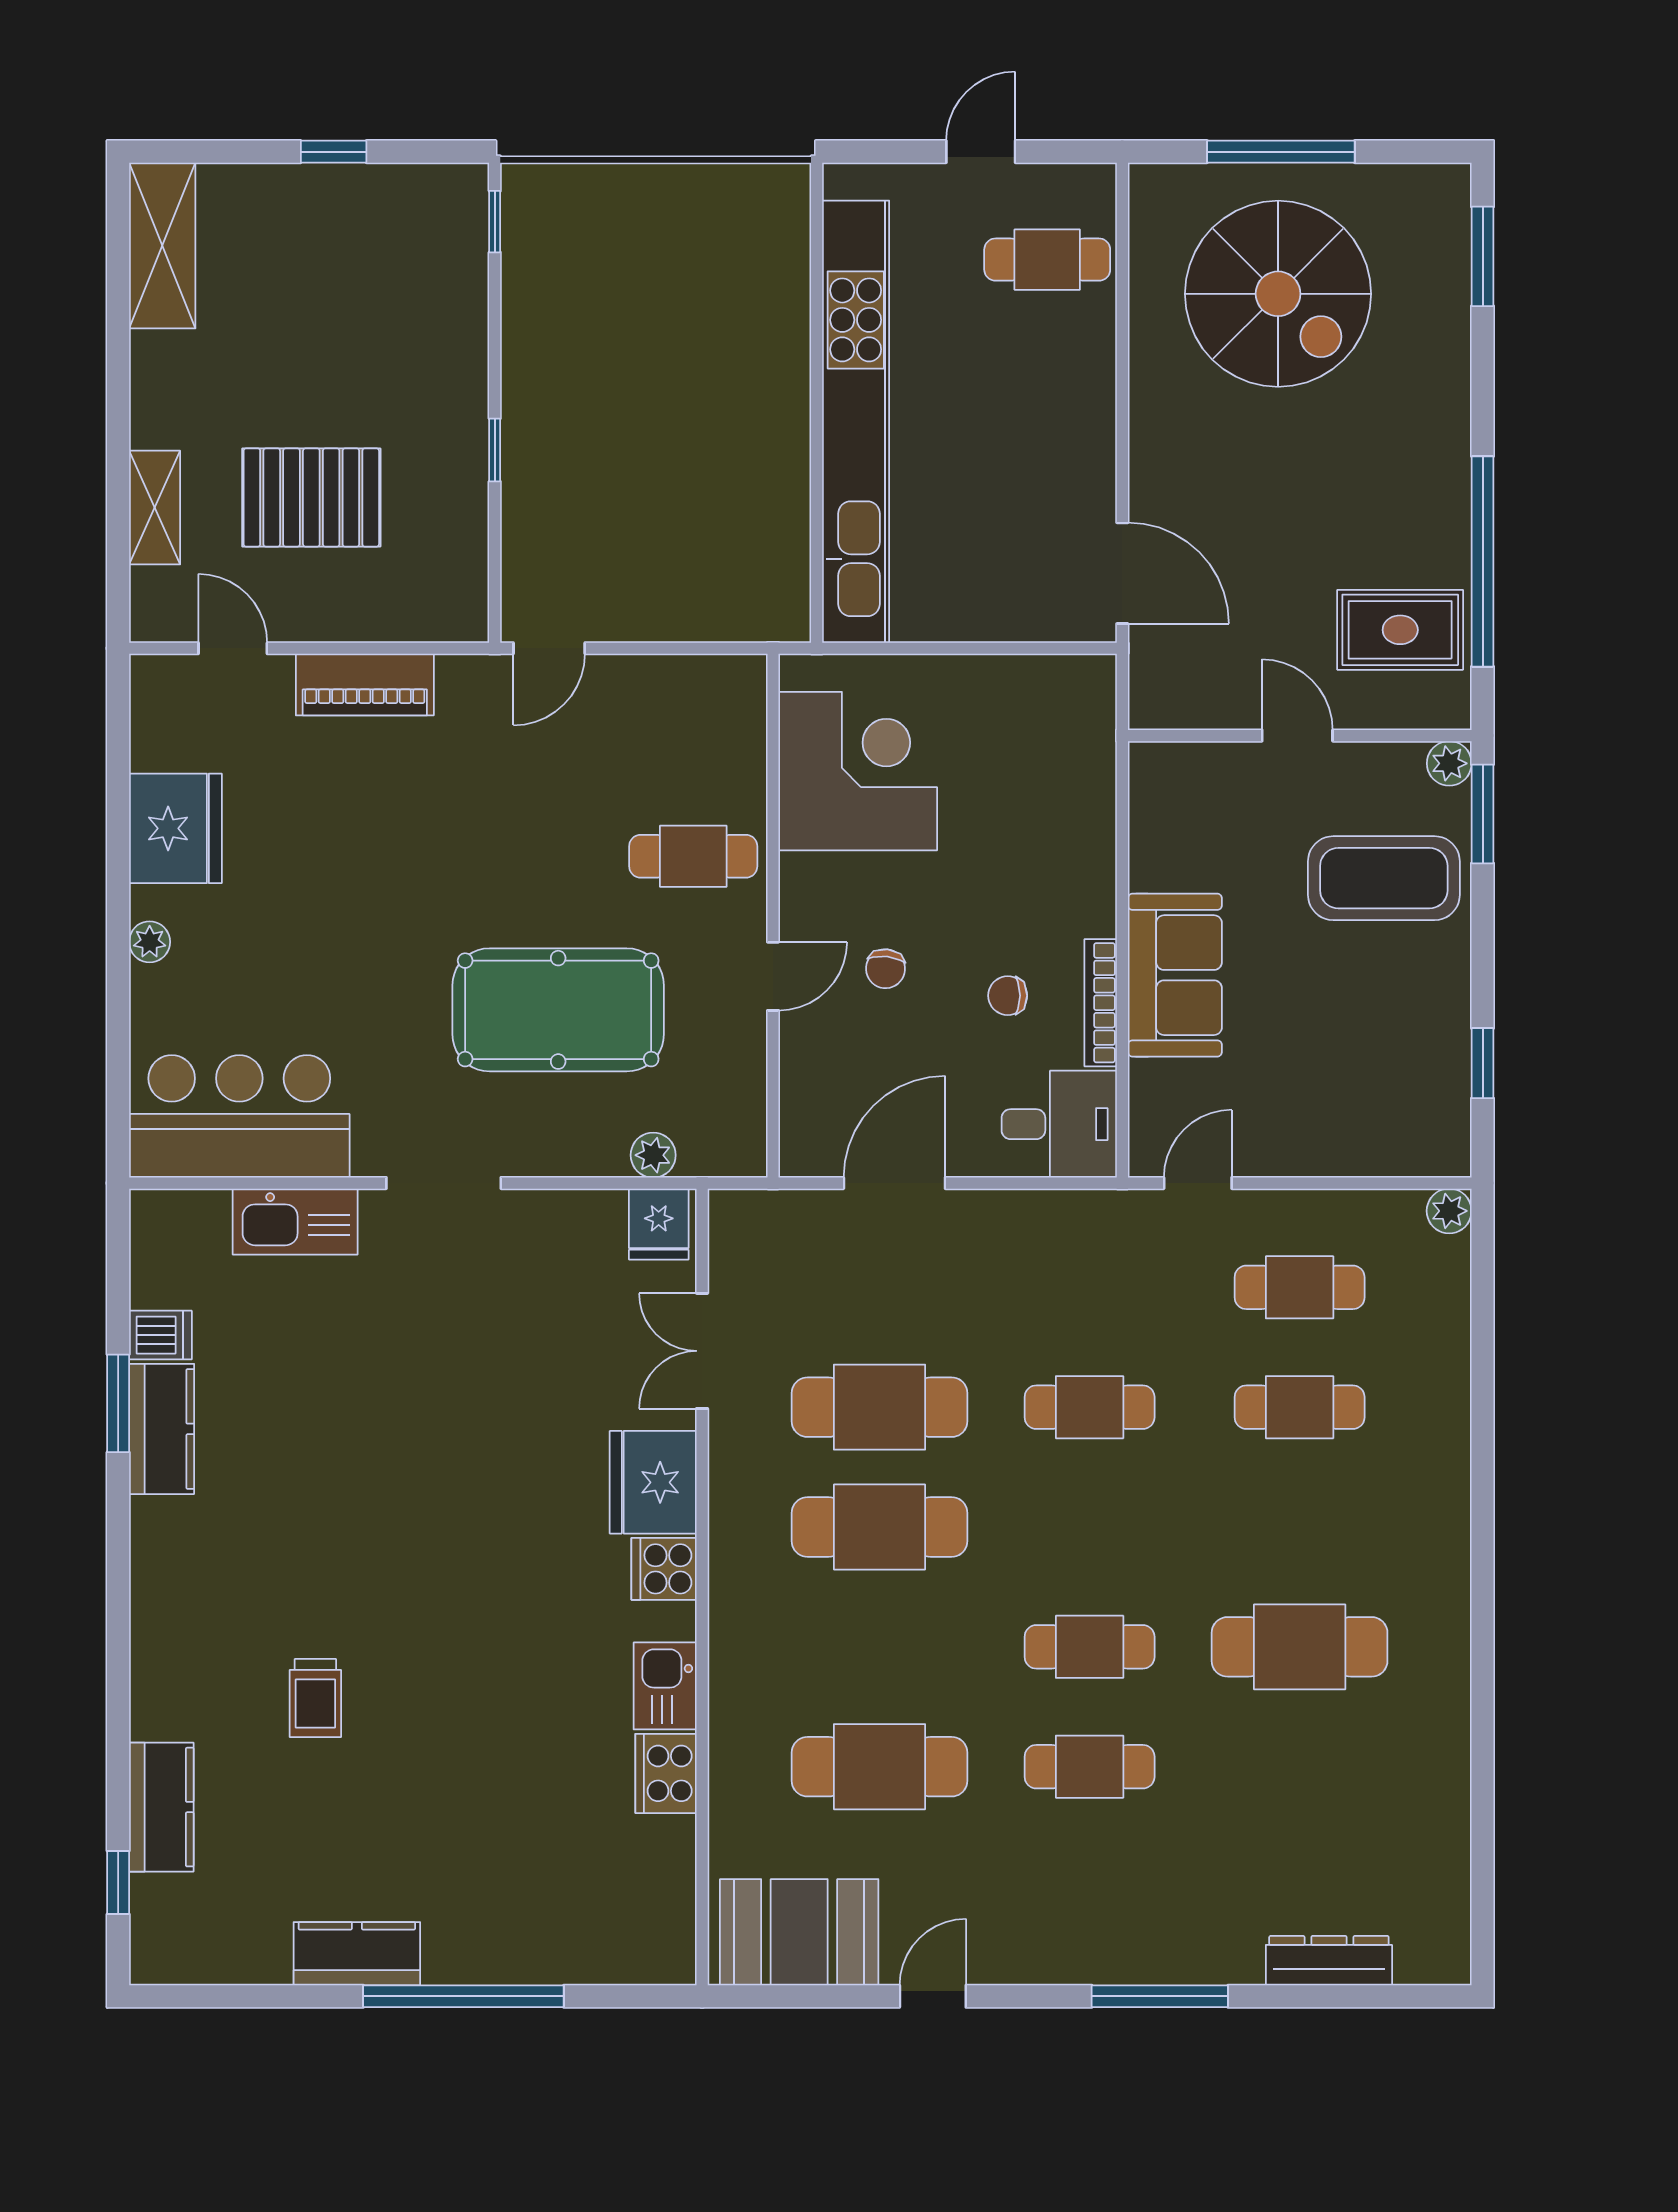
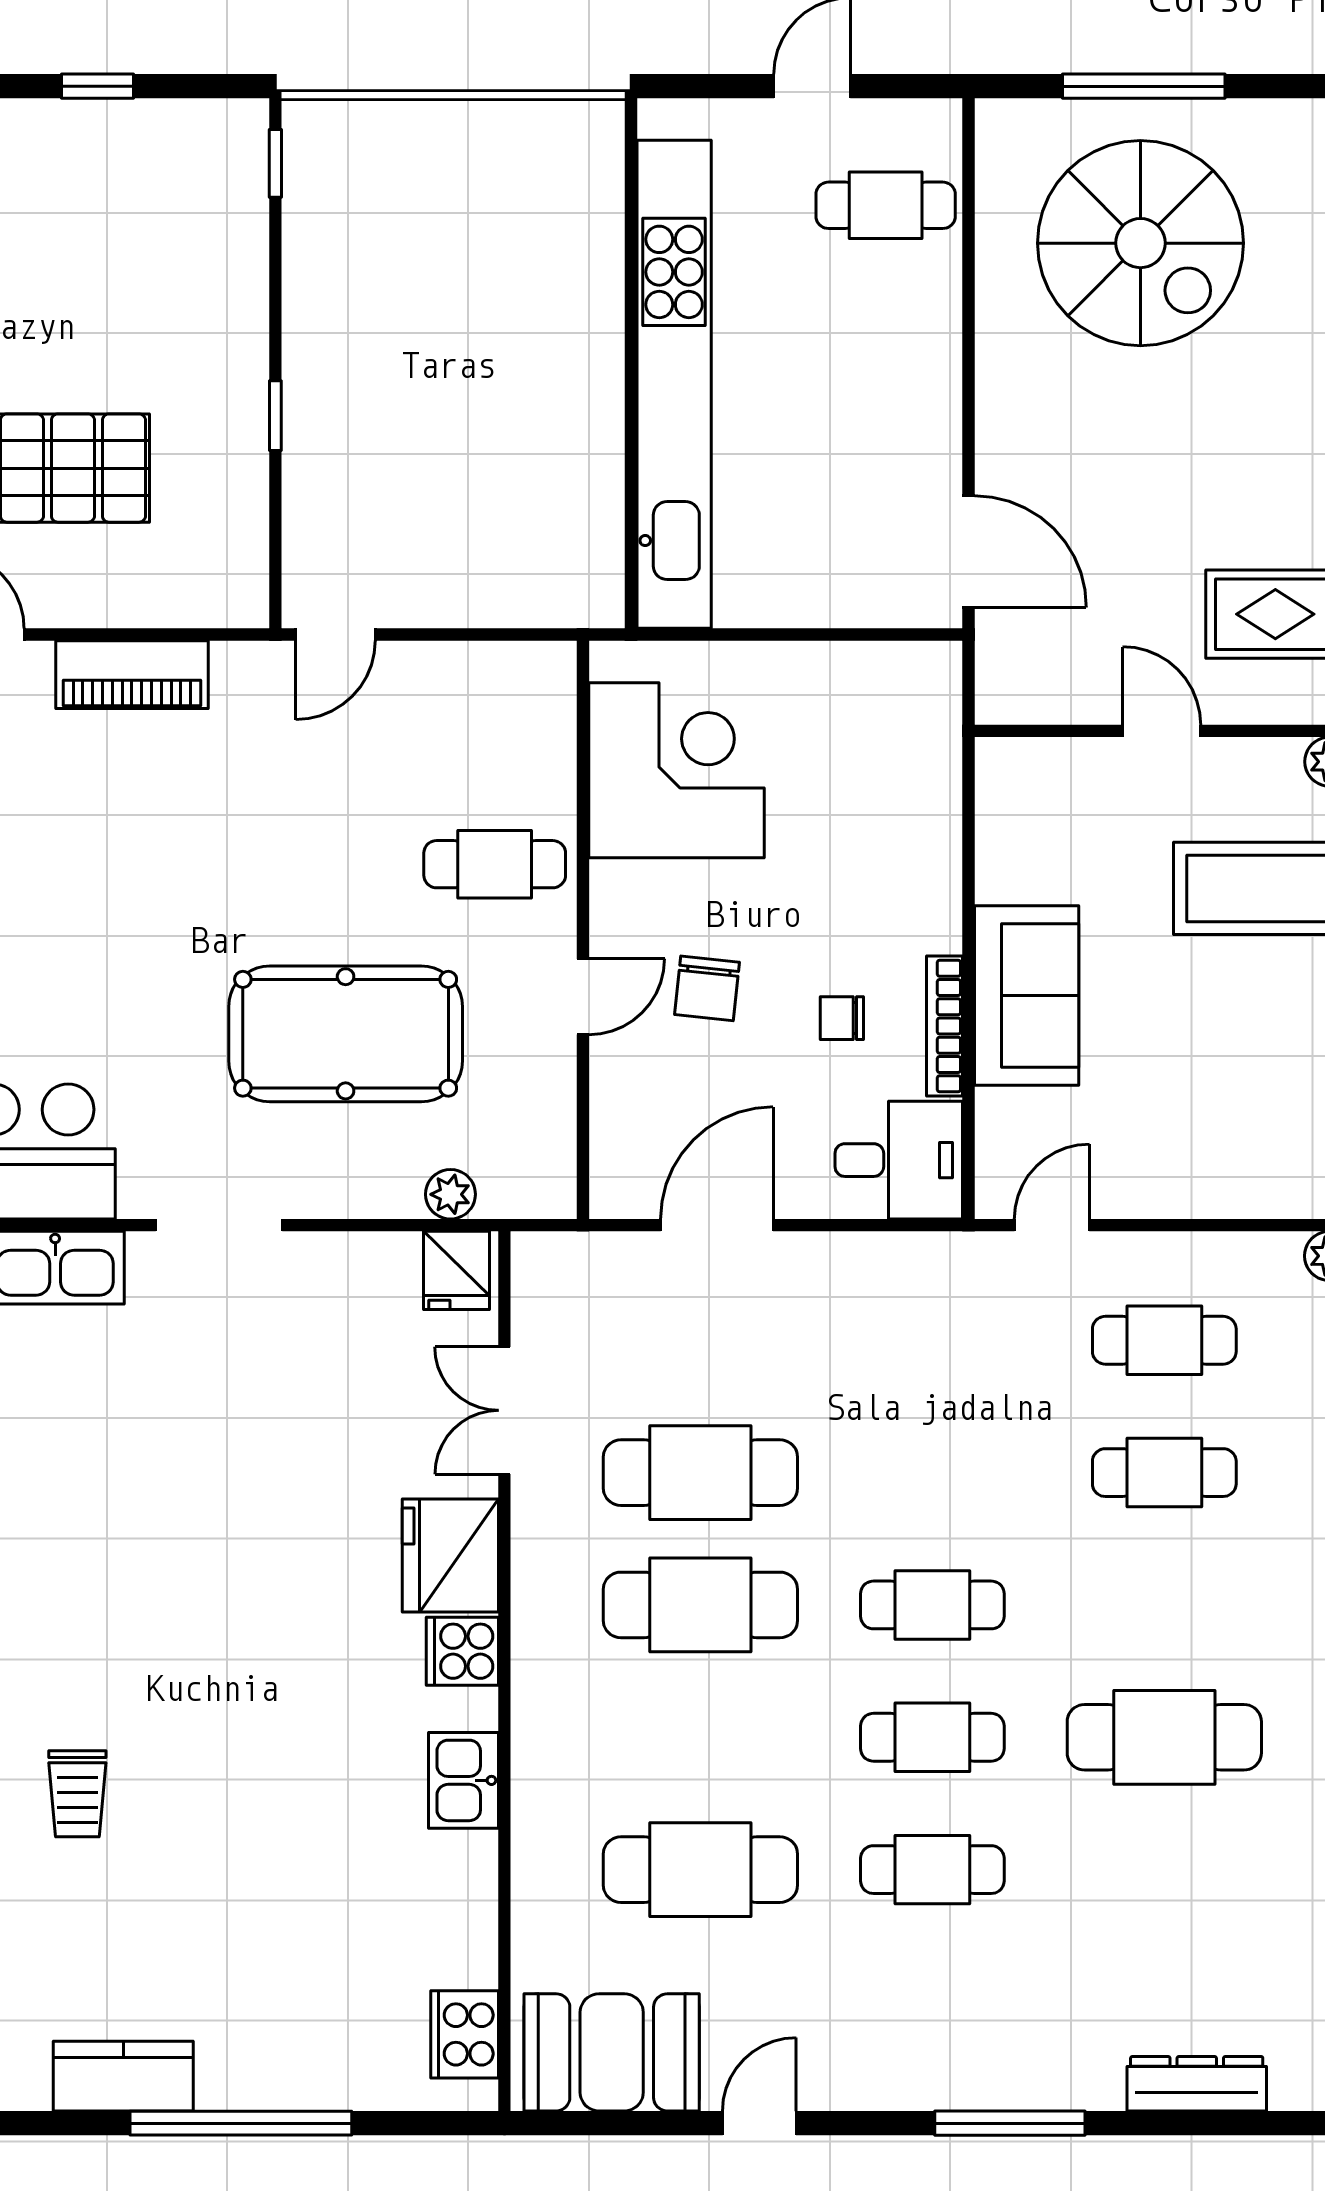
chair: (885, 969) -> (707, 988), width x1.37, depth x1.37
cafe table: (1090, 1407) -> (932, 1605), moved
cooker: (666, 1773) -> (465, 2034), moved

